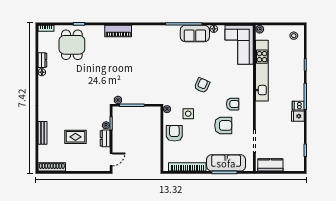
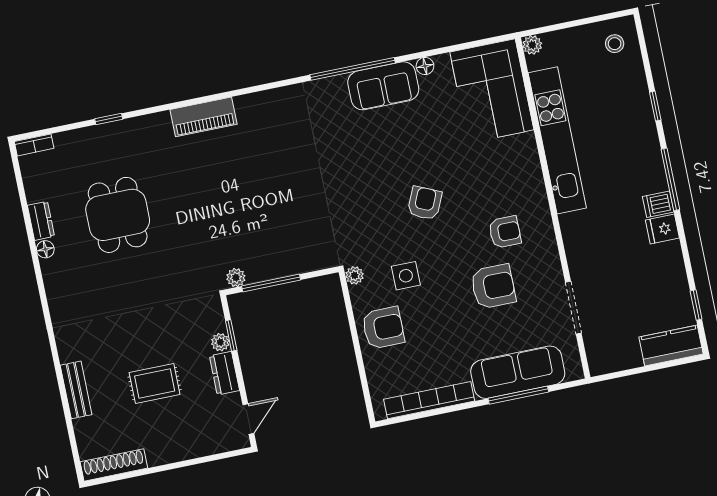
dining table: (72, 45) -> (118, 215), moved
armchair: (174, 133) -> (383, 328), turned 90
kitchen counter: (270, 165) -> (671, 346), moved

